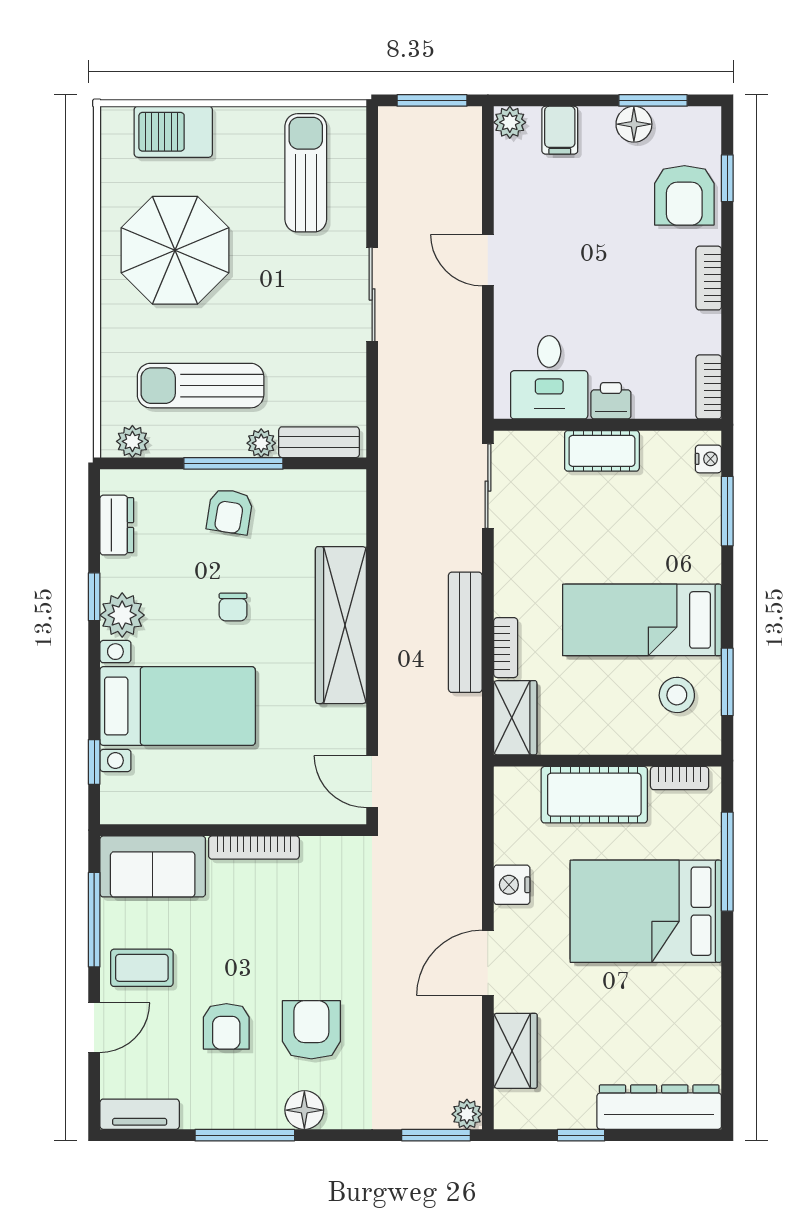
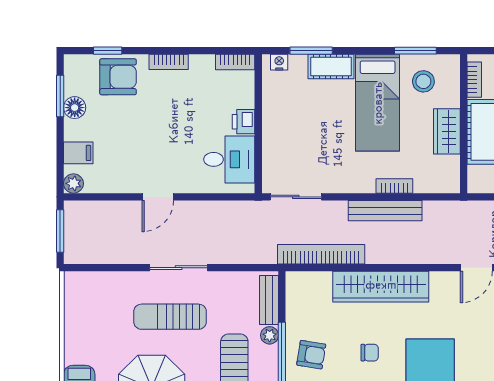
sun lounger: (306, 173) -> (170, 317), moved
cot: (602, 451) -> (331, 67), moved, turned 90
bookcase: (394, 527) -> (321, 254), added
wardrobe: (515, 718) -> (447, 131), moved, turned -90

